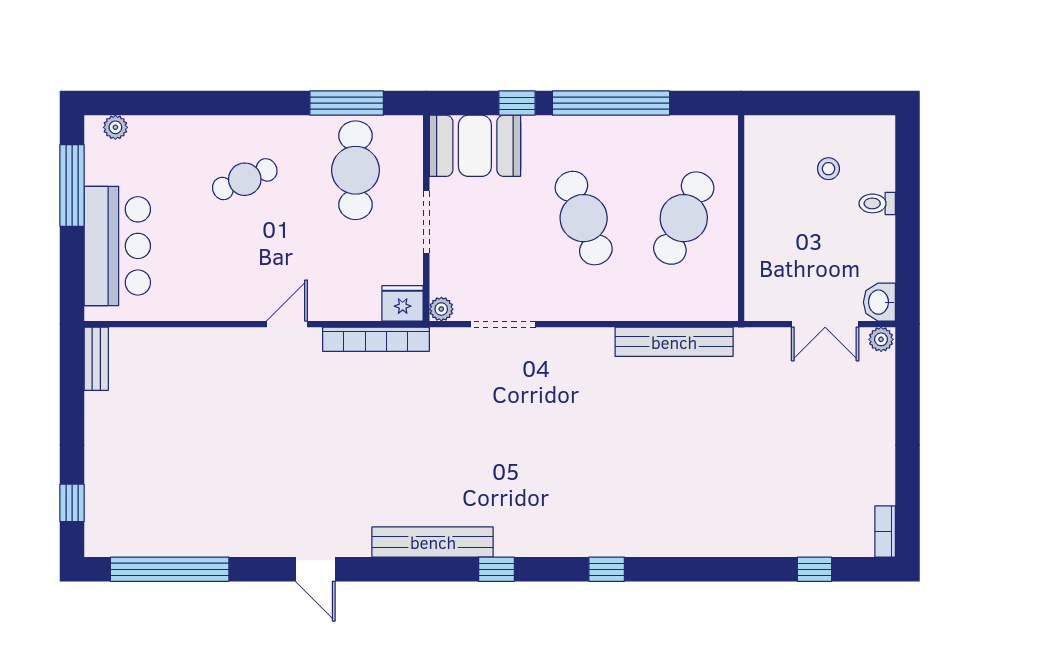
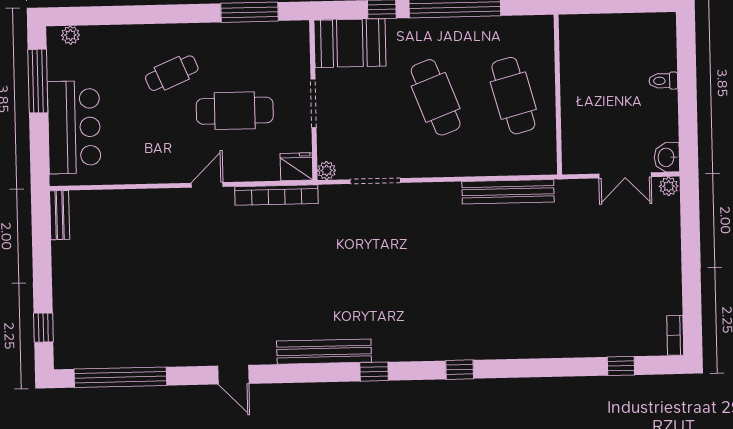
stool: (828, 169) -> (625, 55), removed
cafe table: (356, 170) -> (235, 111), moved, turned 90
cafe table: (684, 218) -> (513, 96), turned -39

